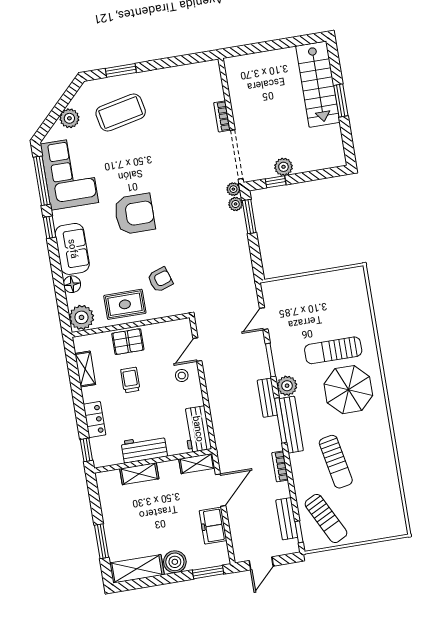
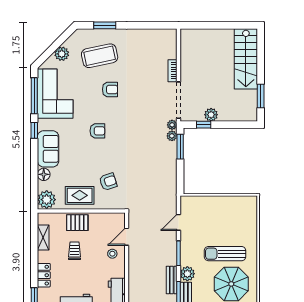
window: (341, 100) -> (261, 96), moved
armchair: (142, 155) -> (110, 89), added
armchair: (134, 214) -> (97, 131), width x0.53, depth x0.53

